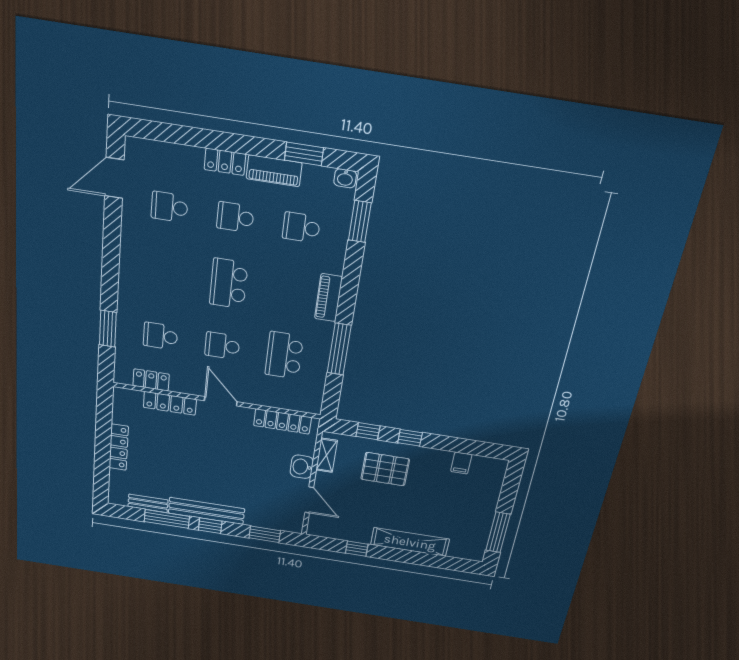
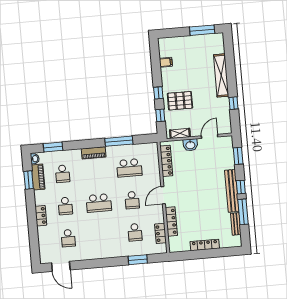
piano: (274, 171) -> (38, 177), moved
pallet: (385, 469) -> (180, 101), turned 90

